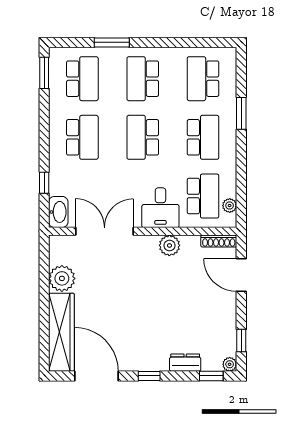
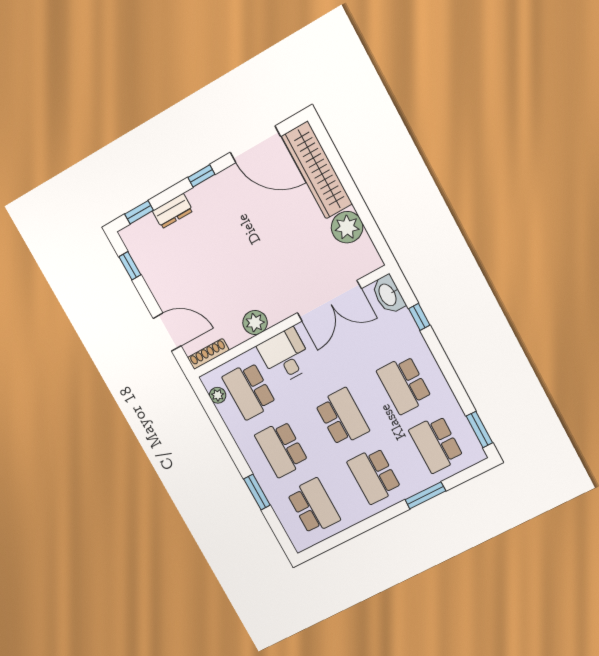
school desk: (143, 79) -> (374, 475), turned 180
plant: (230, 364) -> (128, 235), removed

